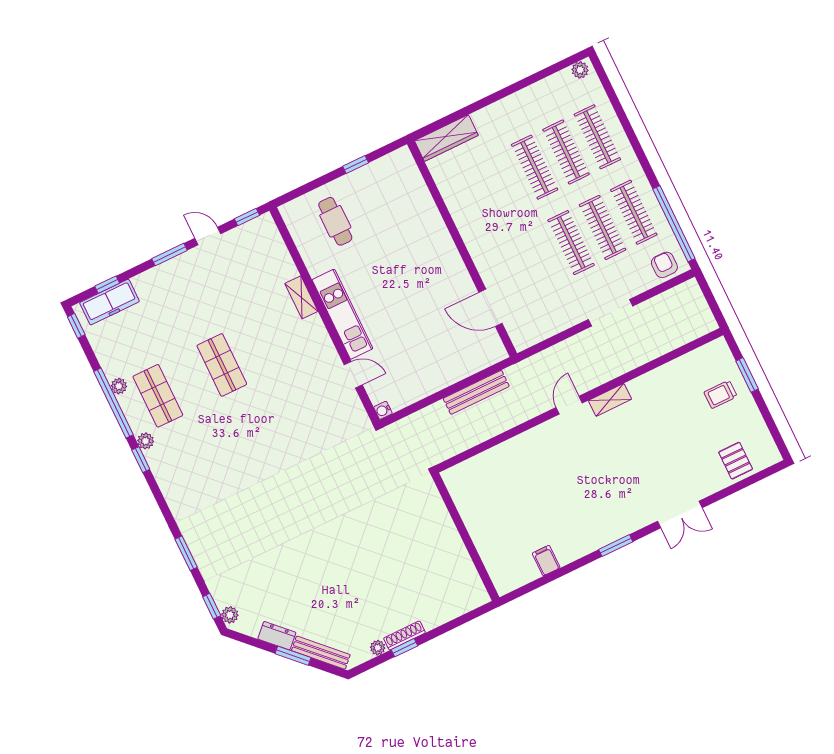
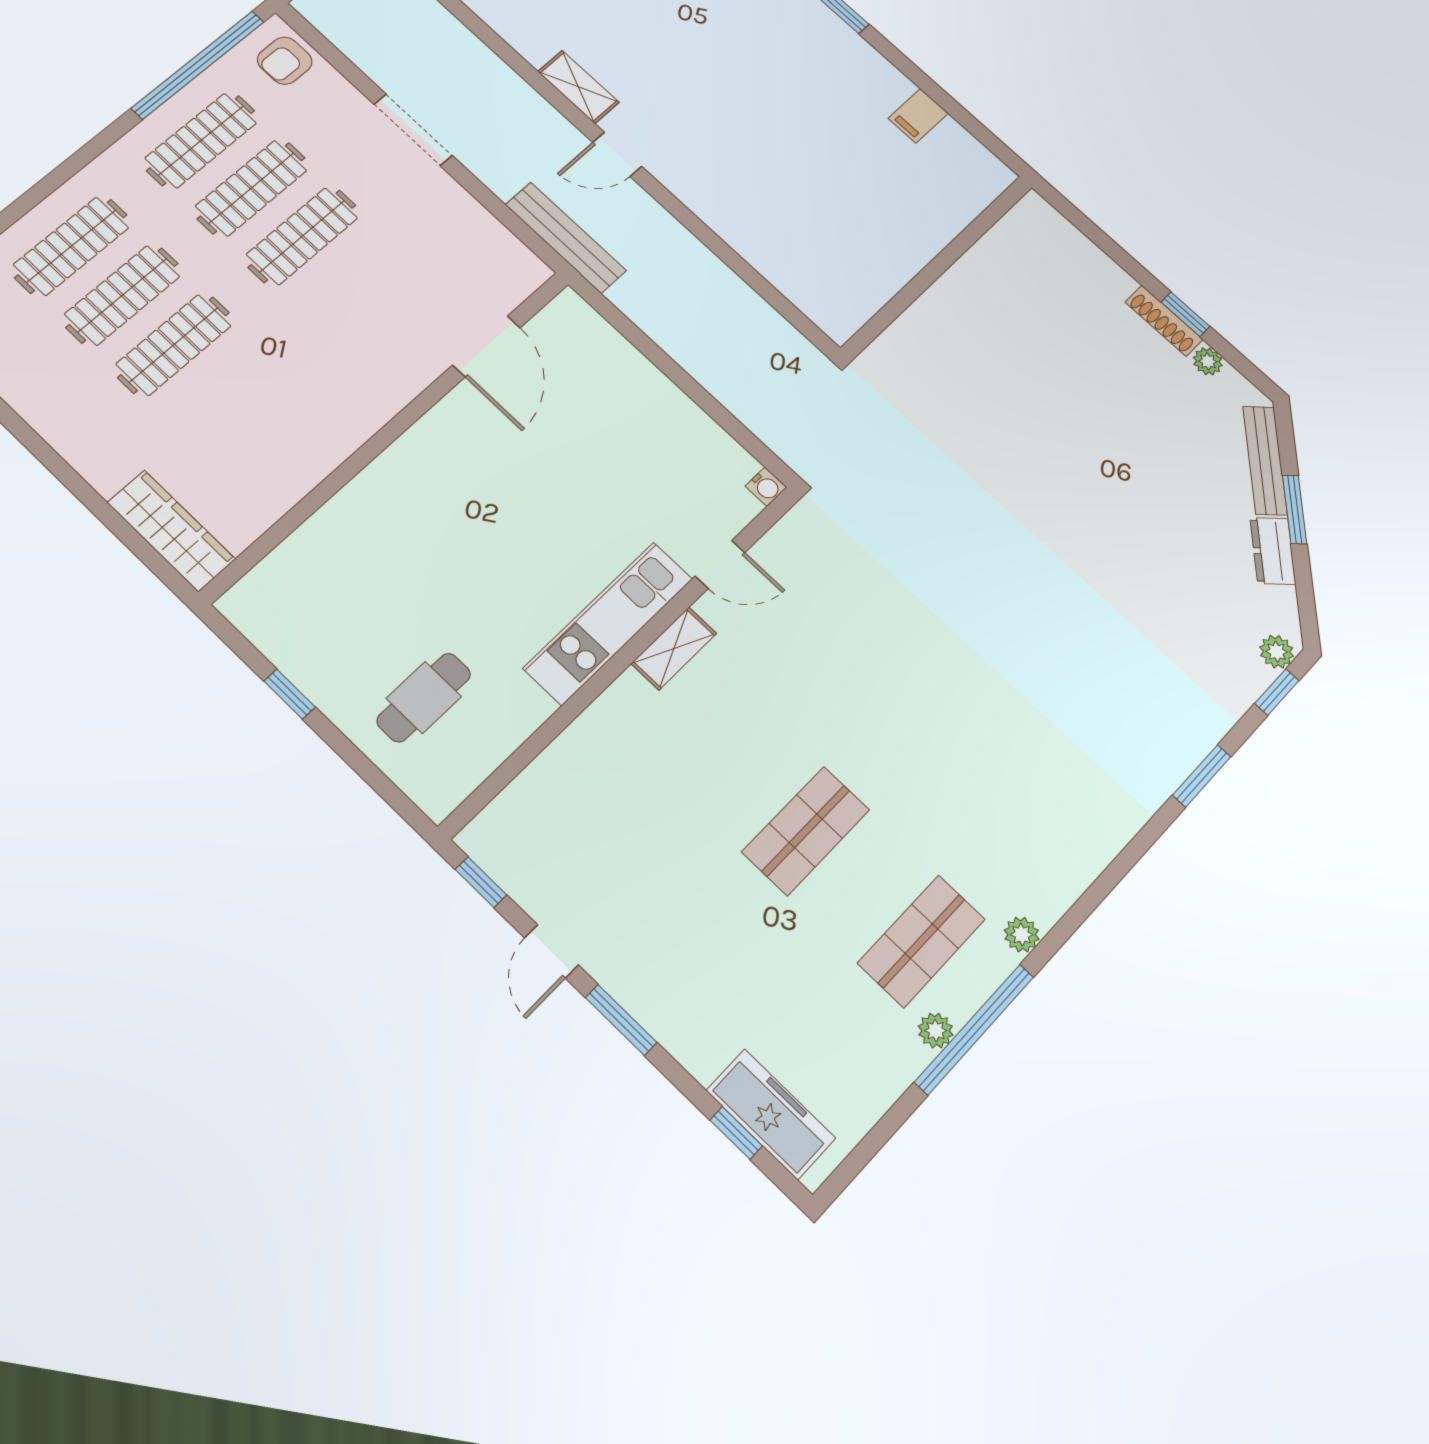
shelving: (301, 297) -> (674, 648), moved
window: (76, 326) -> (849, 1169), removed
door: (353, 375) -> (720, 564), swing flipped
bench: (476, 392) -> (566, 238), moved
window: (141, 460) -> (1062, 931), removed

